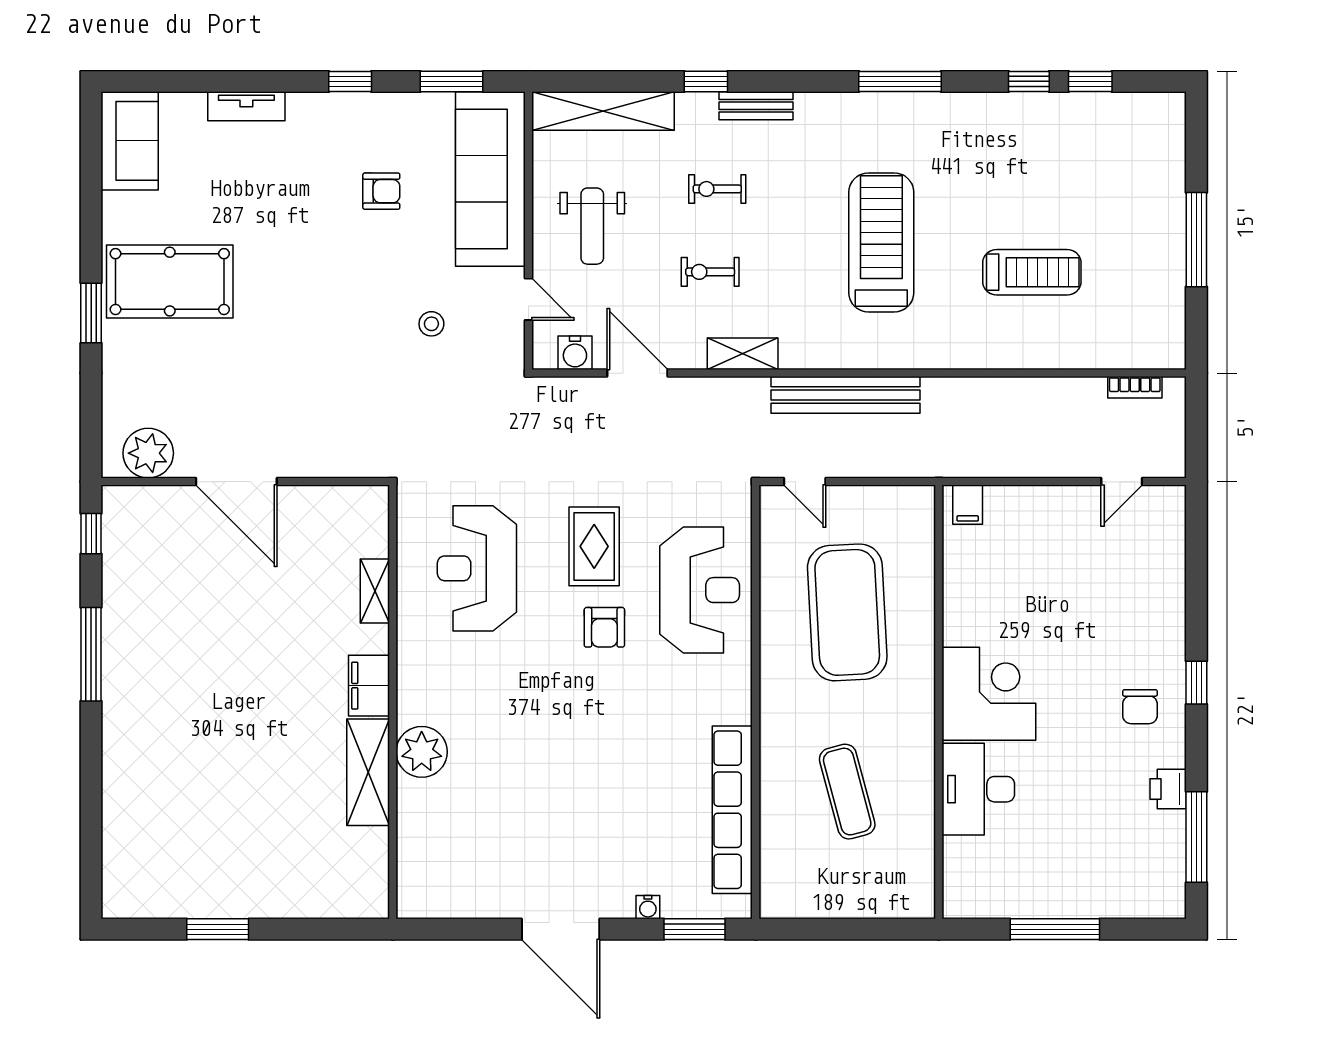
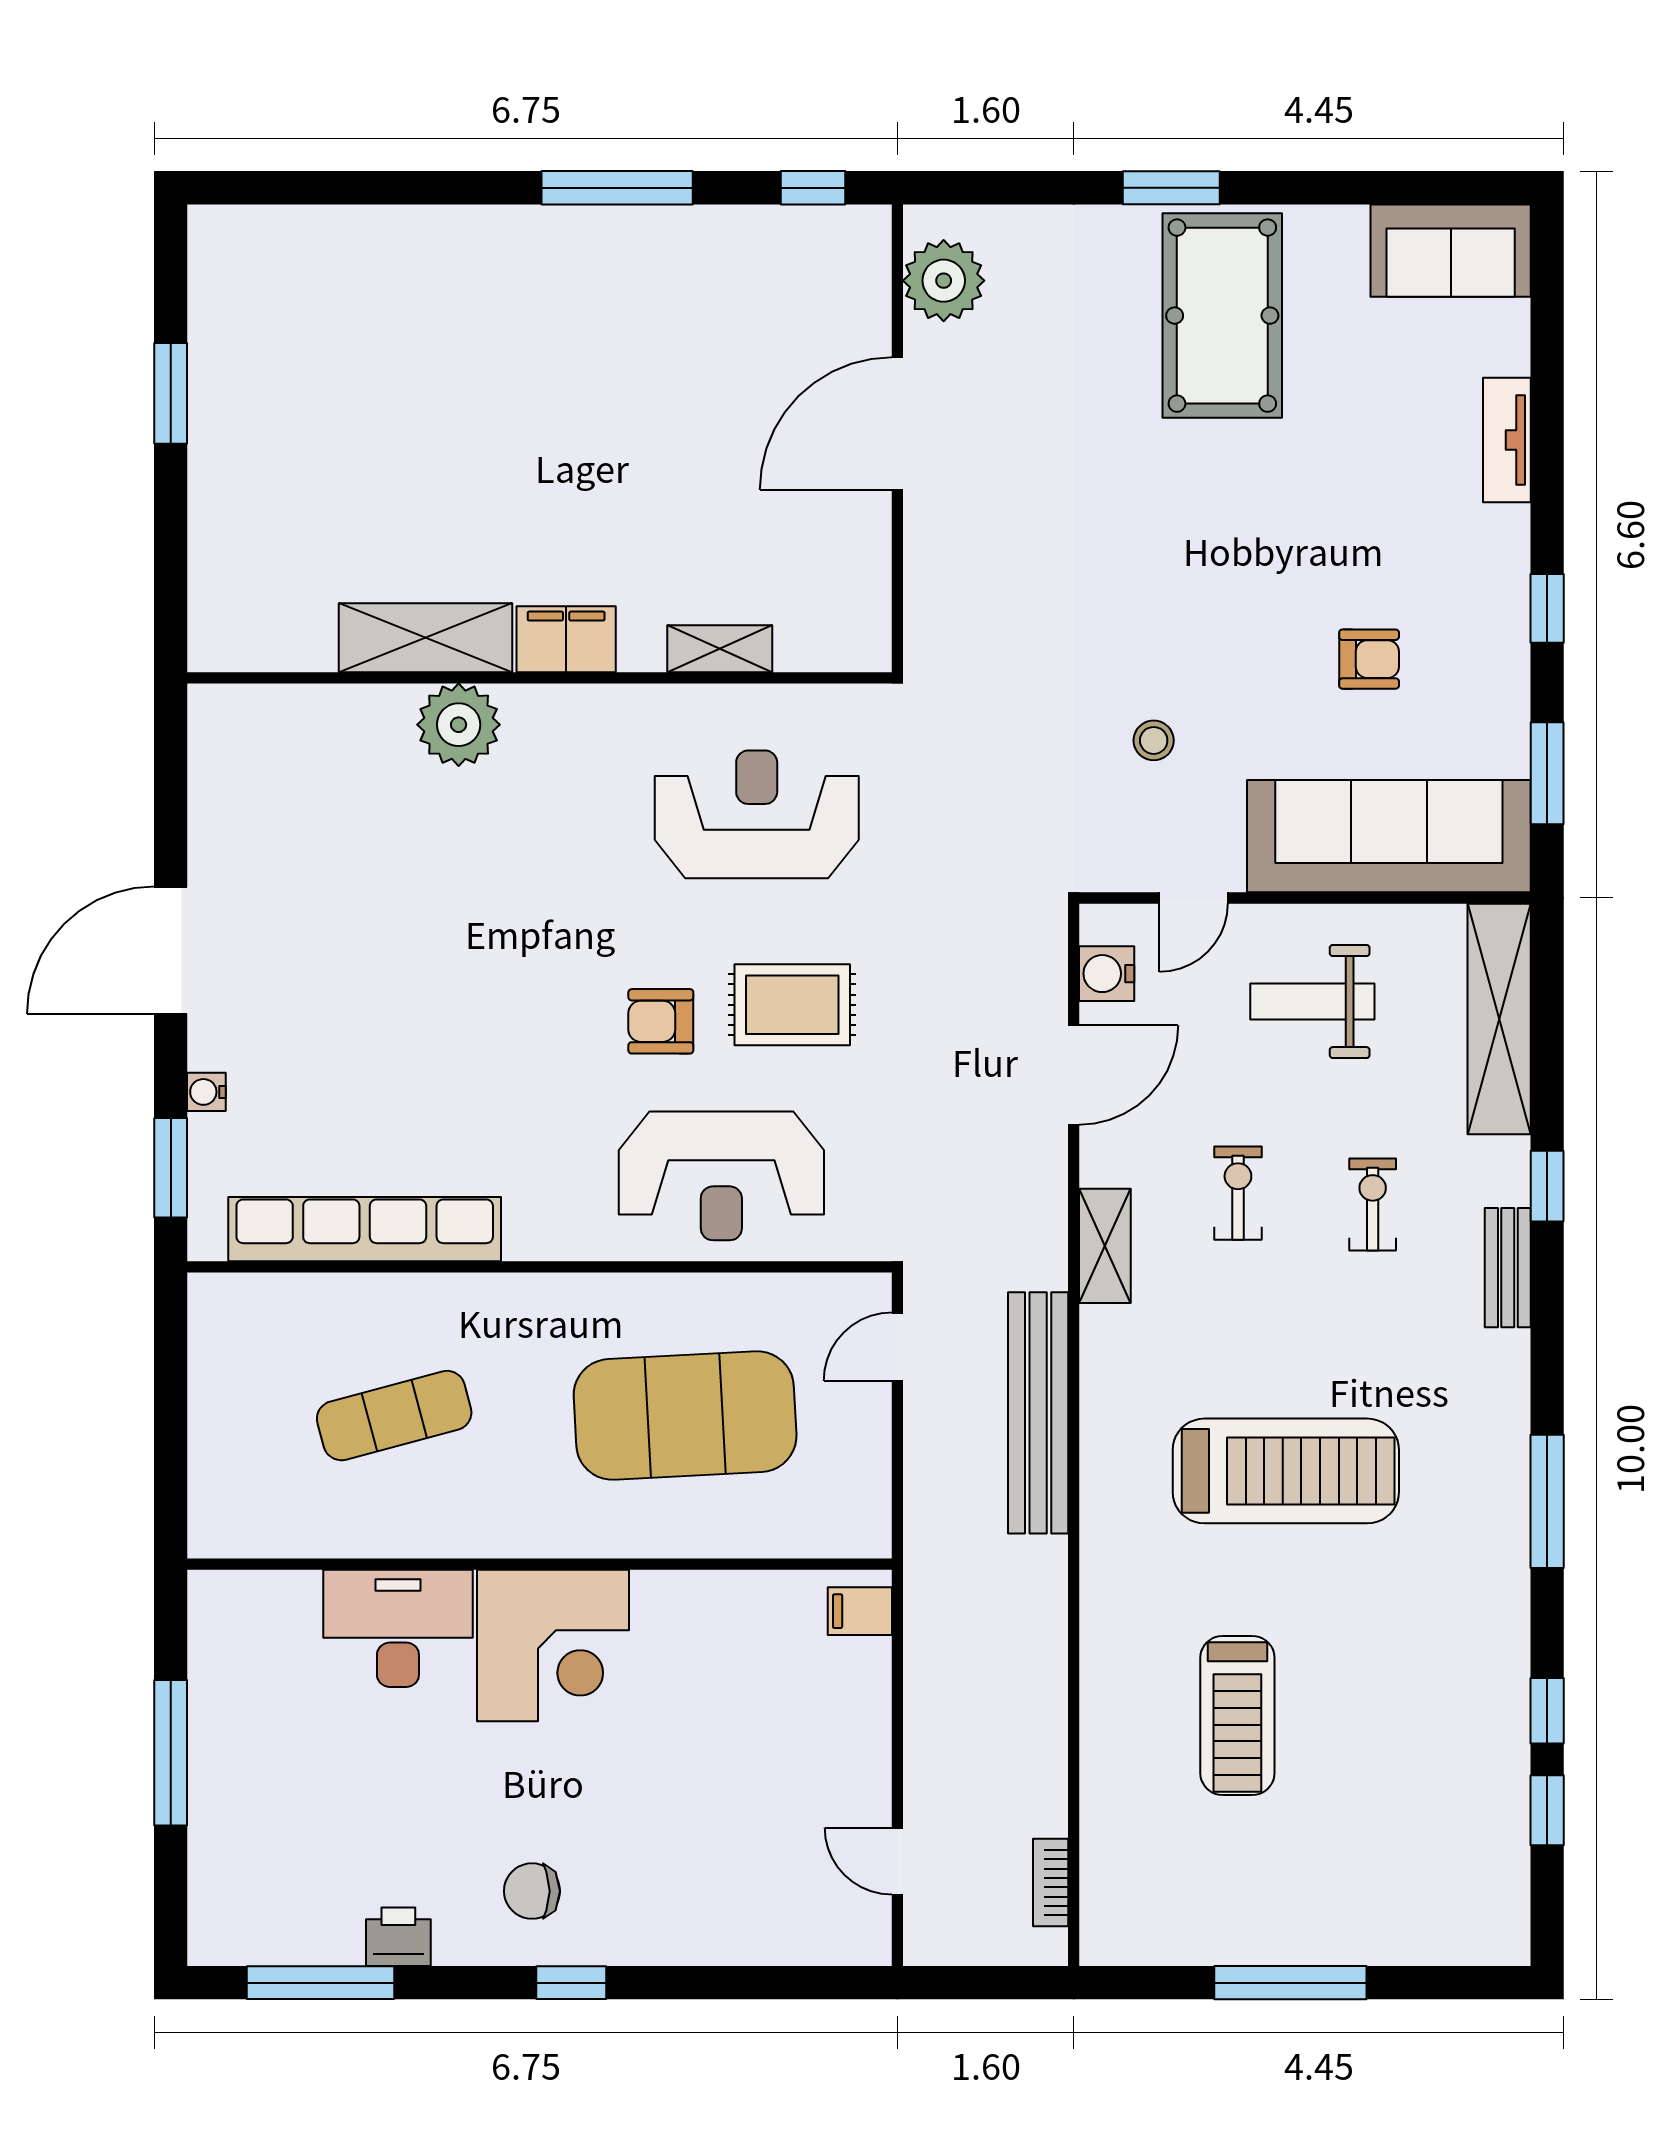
armchair: (381, 191) -> (1369, 659), turned -90

